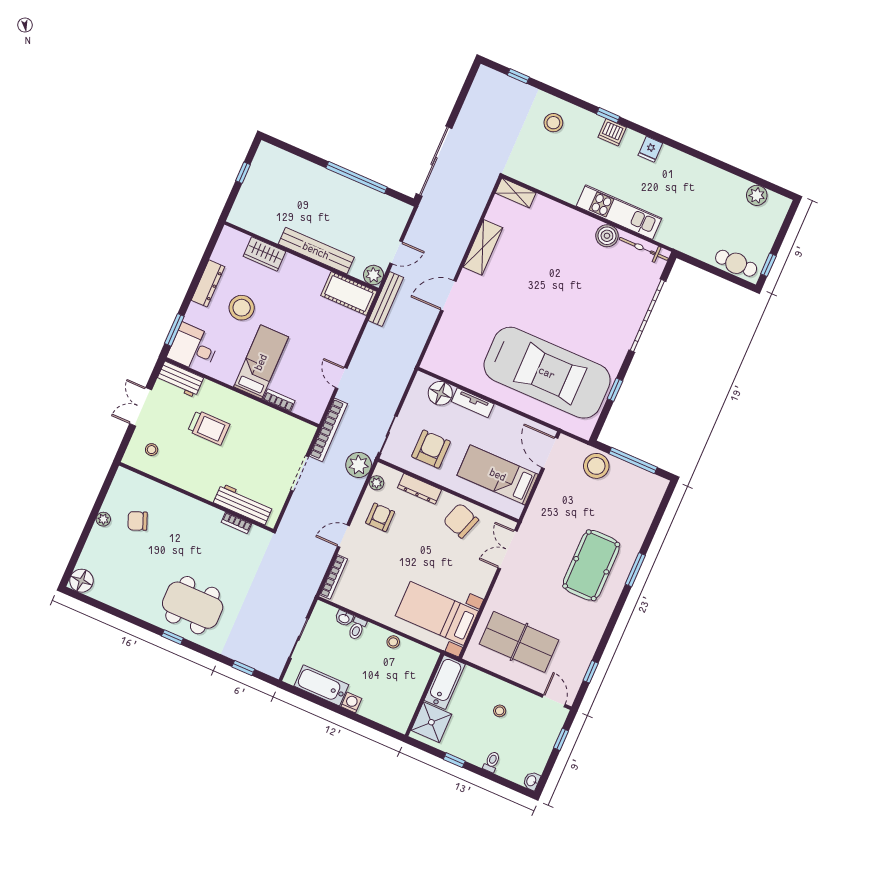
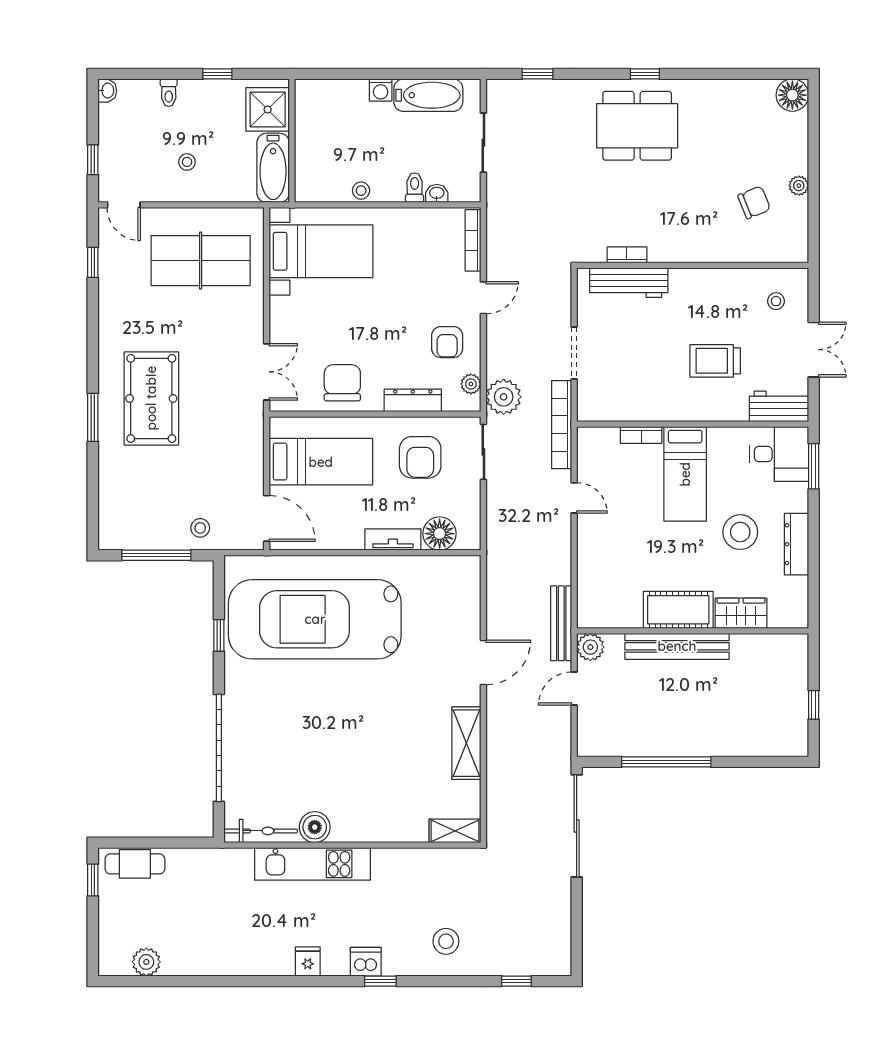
cot: (349, 294) -> (678, 610), moved
stool: (596, 466) -> (200, 528), width x0.53, depth x0.53
chair: (461, 521) -> (342, 383), turned -109

